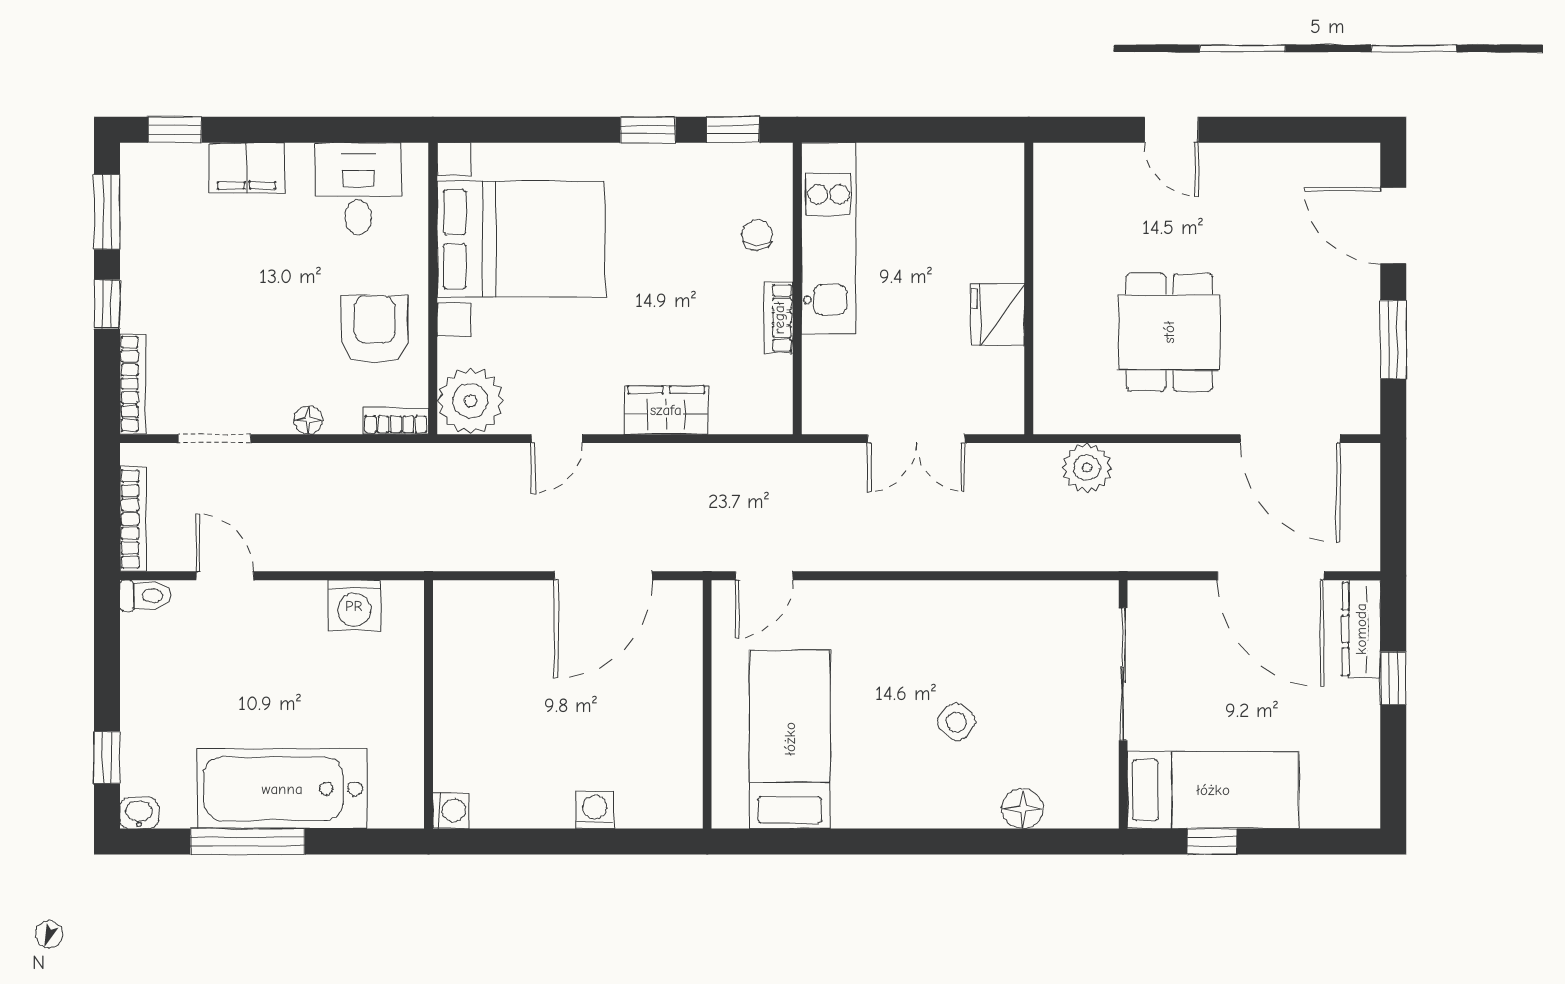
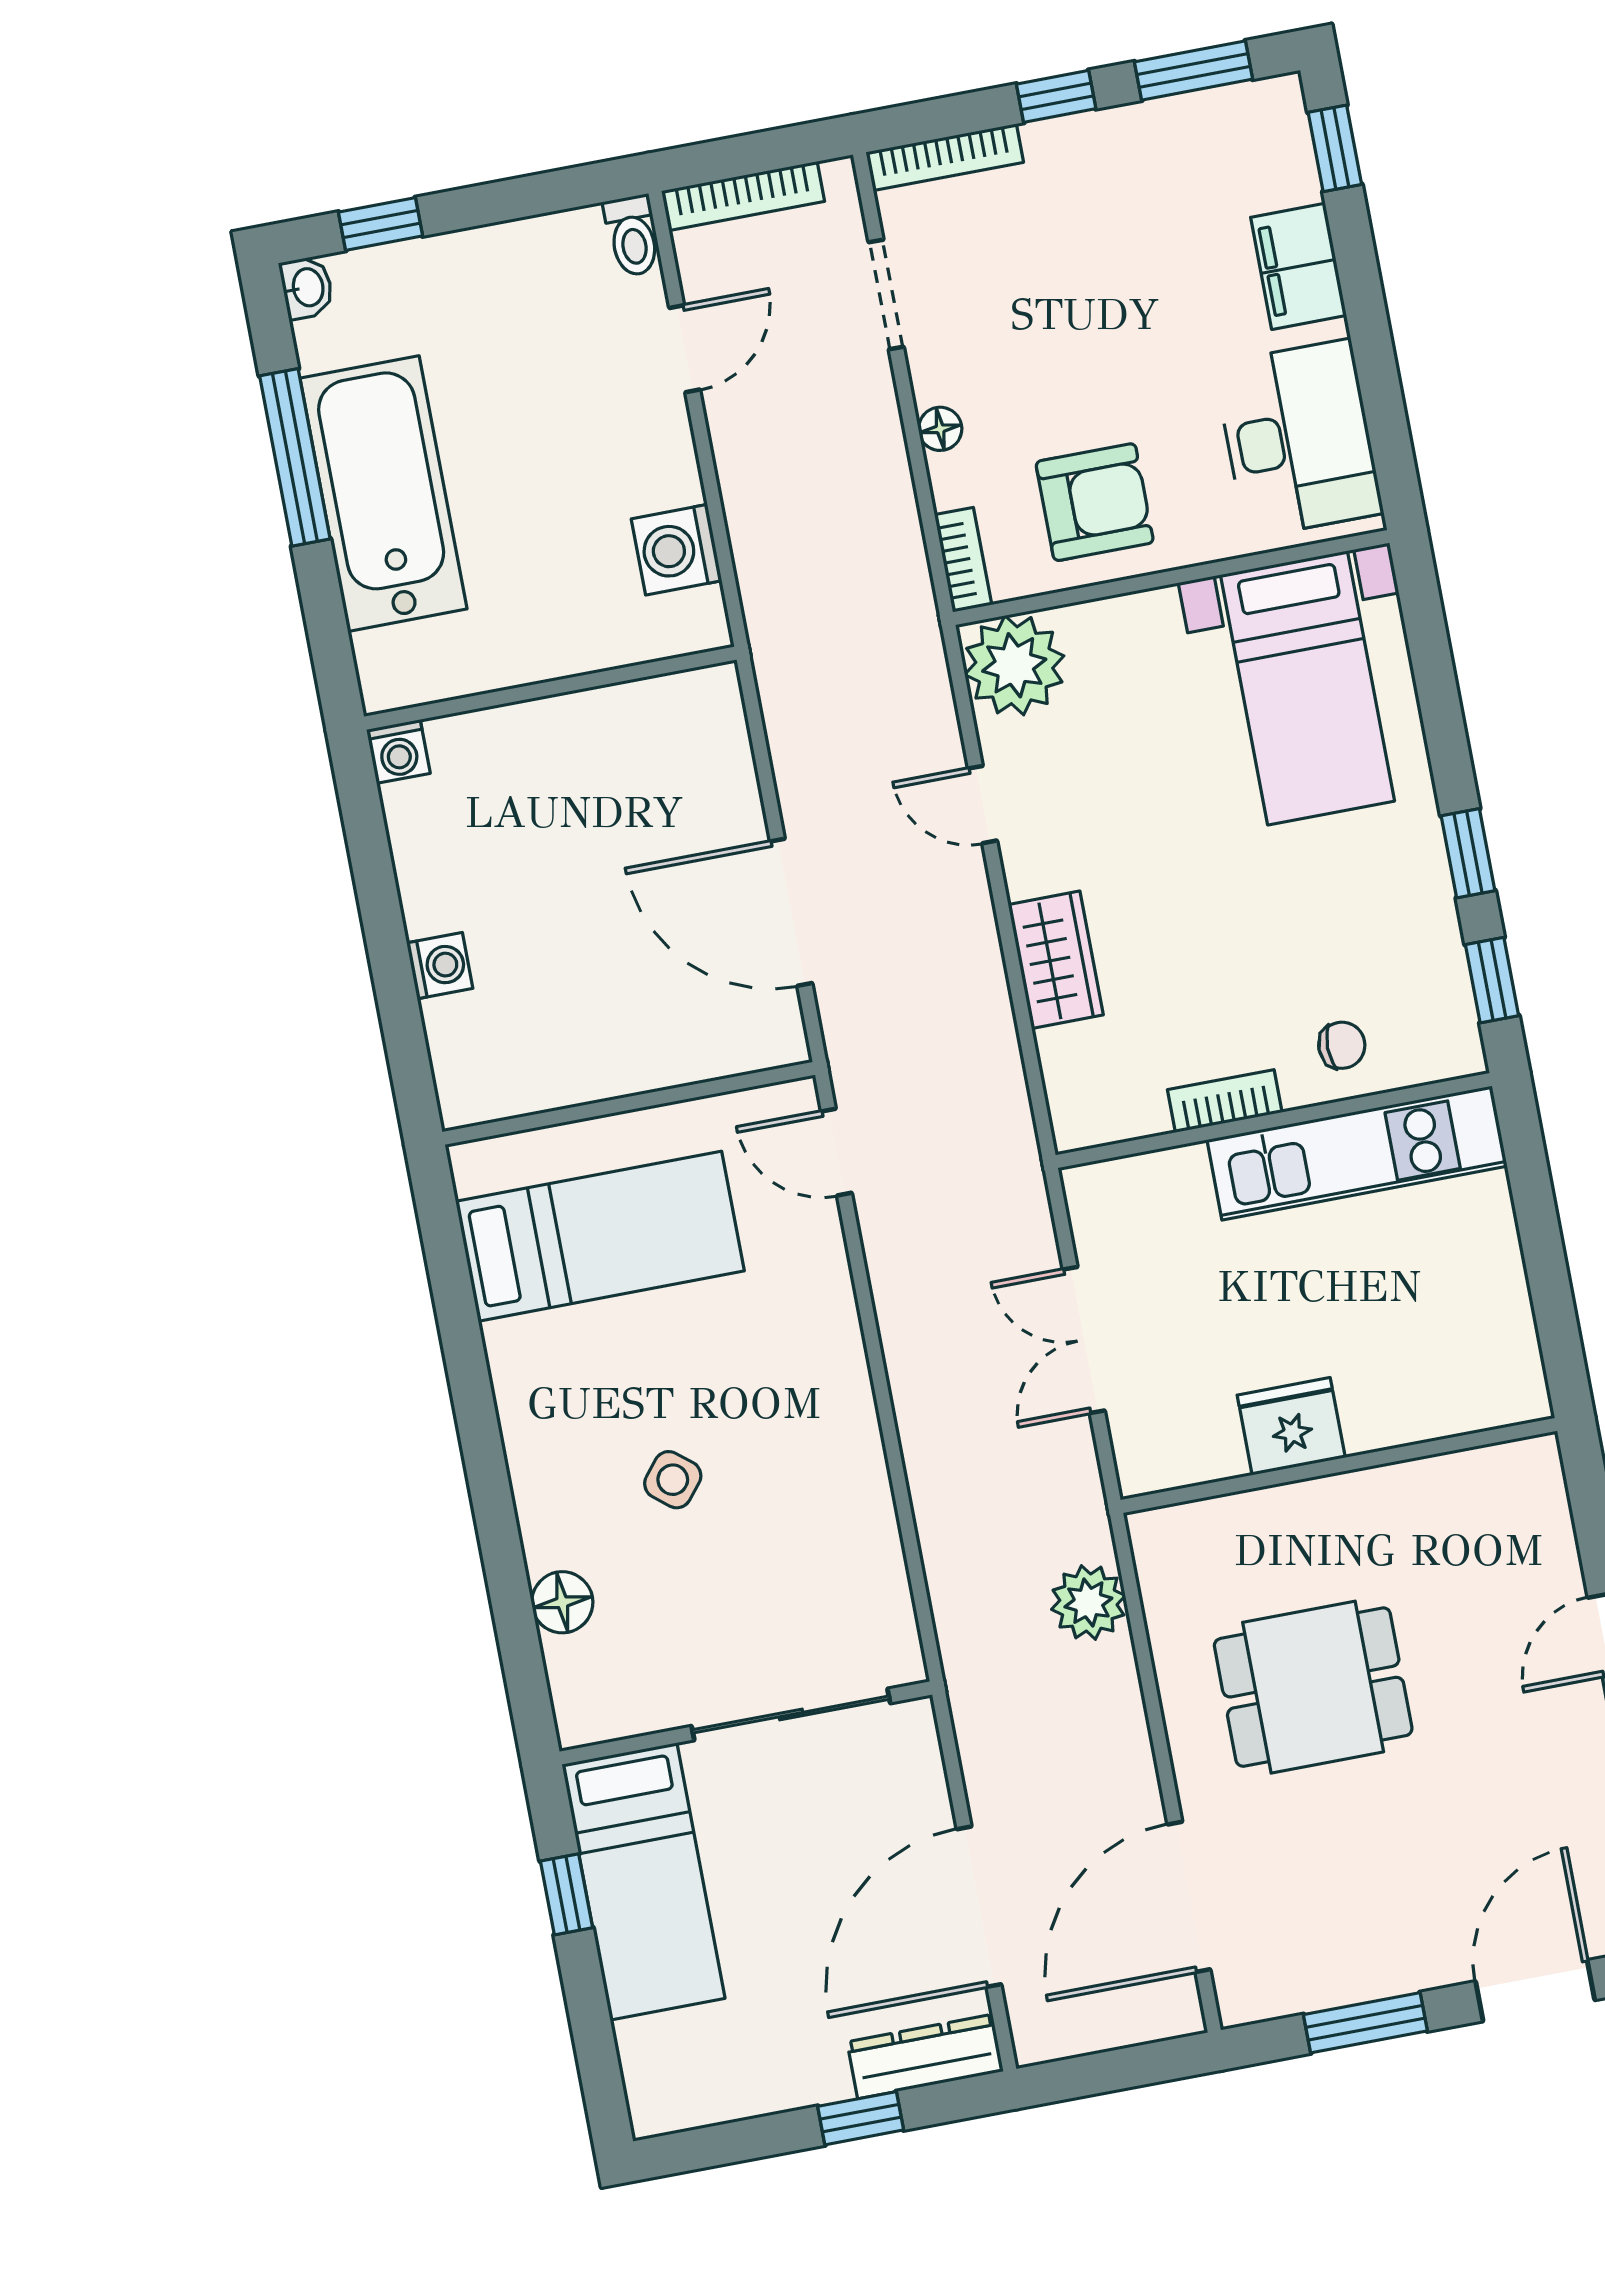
desk: (358, 189) -> (1298, 439), width x1.37
bed with nightstands: (521, 239) -> (1307, 688), width x0.73

